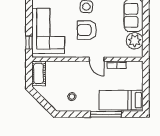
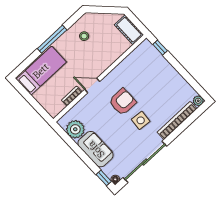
corner sofa: (48, 31) -> (153, 72), removed
window: (106, 114) -> (52, 39), moved

